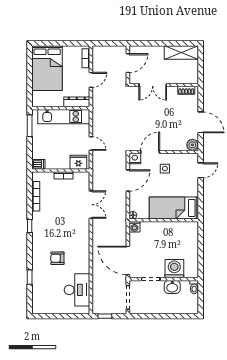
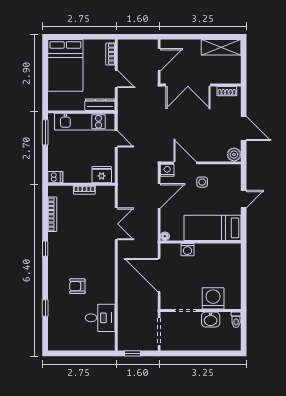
door: (91, 80) -> (116, 79), hinge flipped
double door: (153, 85) -> (188, 85), width x1.37
door: (91, 144) -> (116, 139), moved
door: (150, 152) -> (185, 163), hinge flipped
door: (201, 170) -> (244, 199), moved
washing machine: (134, 227) -> (187, 250), moved
door: (128, 260) -> (159, 275), moved
desk: (77, 290) -> (100, 318), width x0.73

